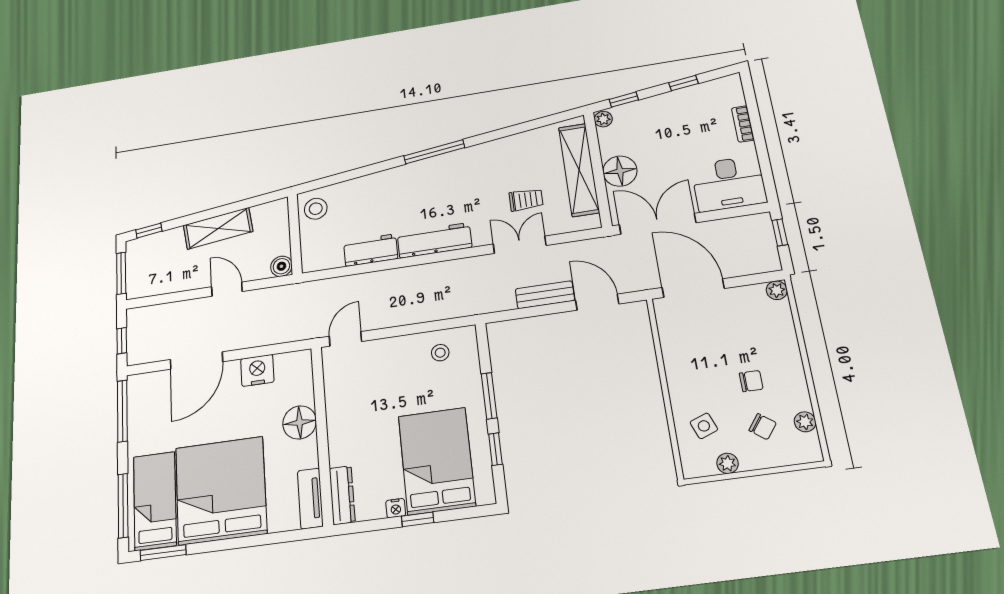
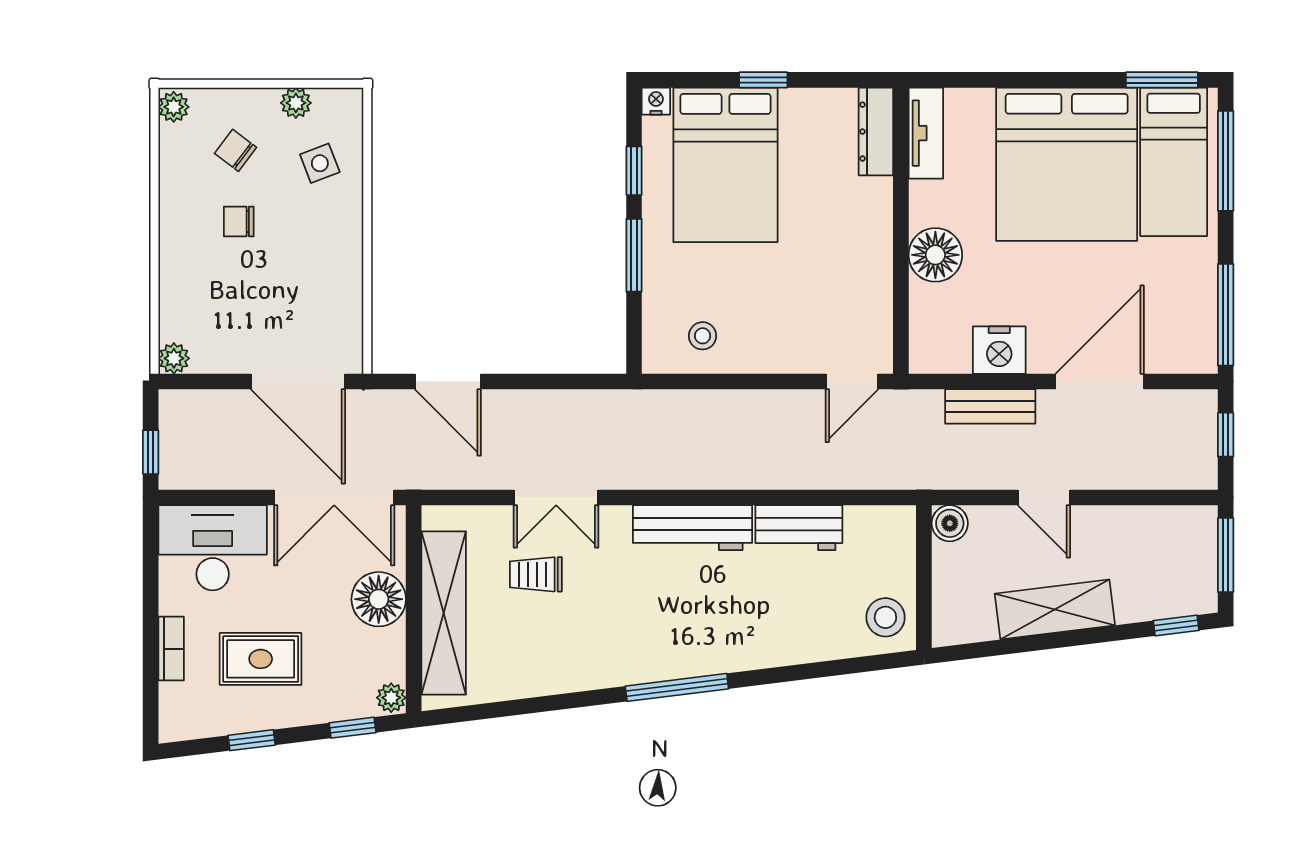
rug: (686, 127) -> (261, 659), added
bench: (545, 295) -> (990, 406), moved
plant: (805, 422) -> (174, 107), moved
nightstand: (396, 508) -> (656, 101), moved

